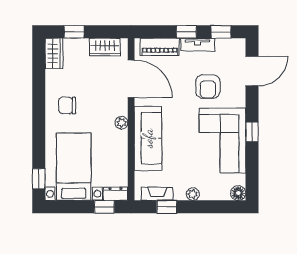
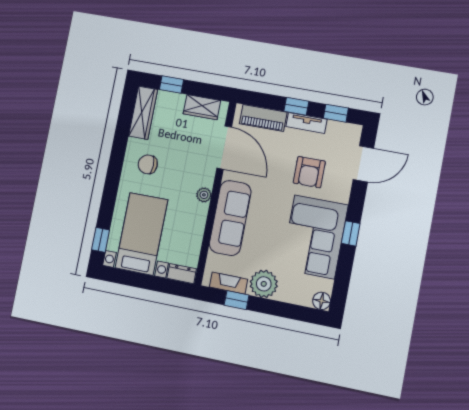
wardrobe: (54, 53) -> (143, 113), width x1.50
plant: (193, 194) -> (264, 284), width x1.87, depth x1.87
window: (104, 207) -> (166, 286), removed

